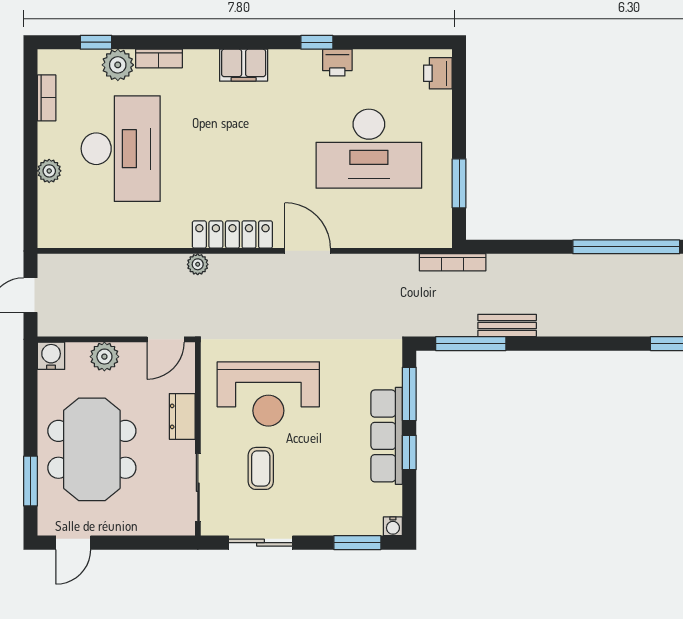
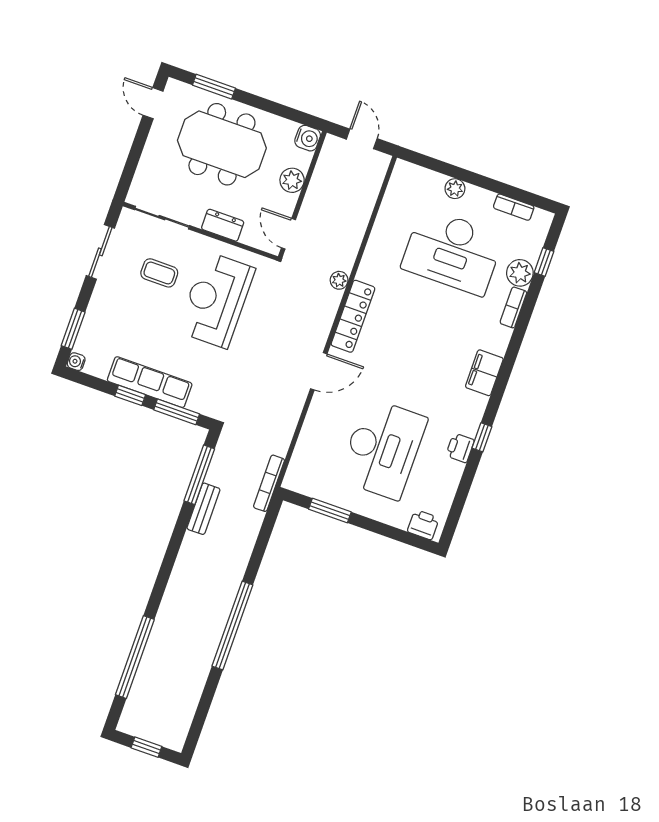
desk: (369, 149) -> (383, 449), turned 180

